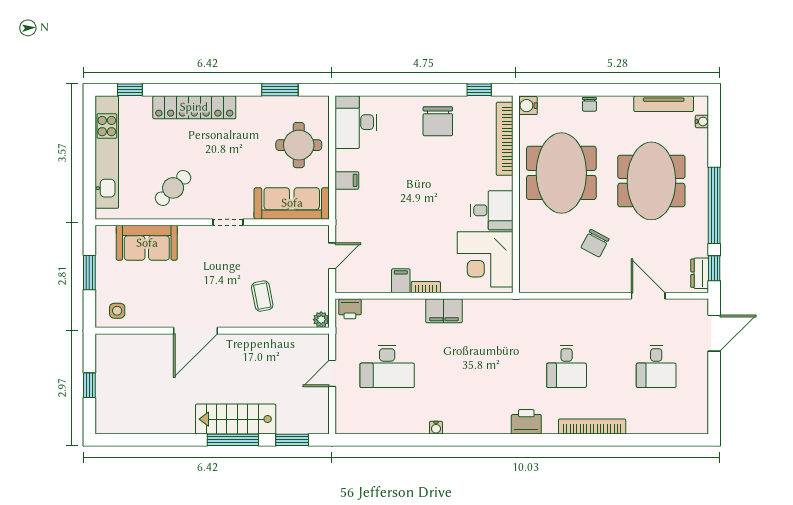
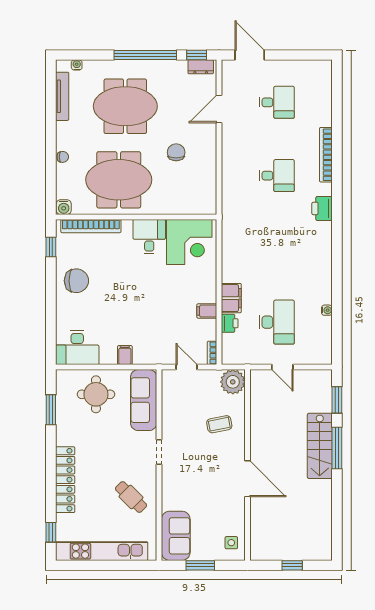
sofa: (147, 243) -> (176, 536), moved
chair: (595, 243) -> (176, 152), turned -118
bookcase: (426, 287) -> (212, 353), moved
printer: (350, 309) -> (230, 323), moved
filing cabinet: (444, 311) -> (231, 298), moved
plant: (321, 320) -> (233, 382), width x1.87, depth x1.87
water cooler: (436, 428) -> (327, 310), moved

